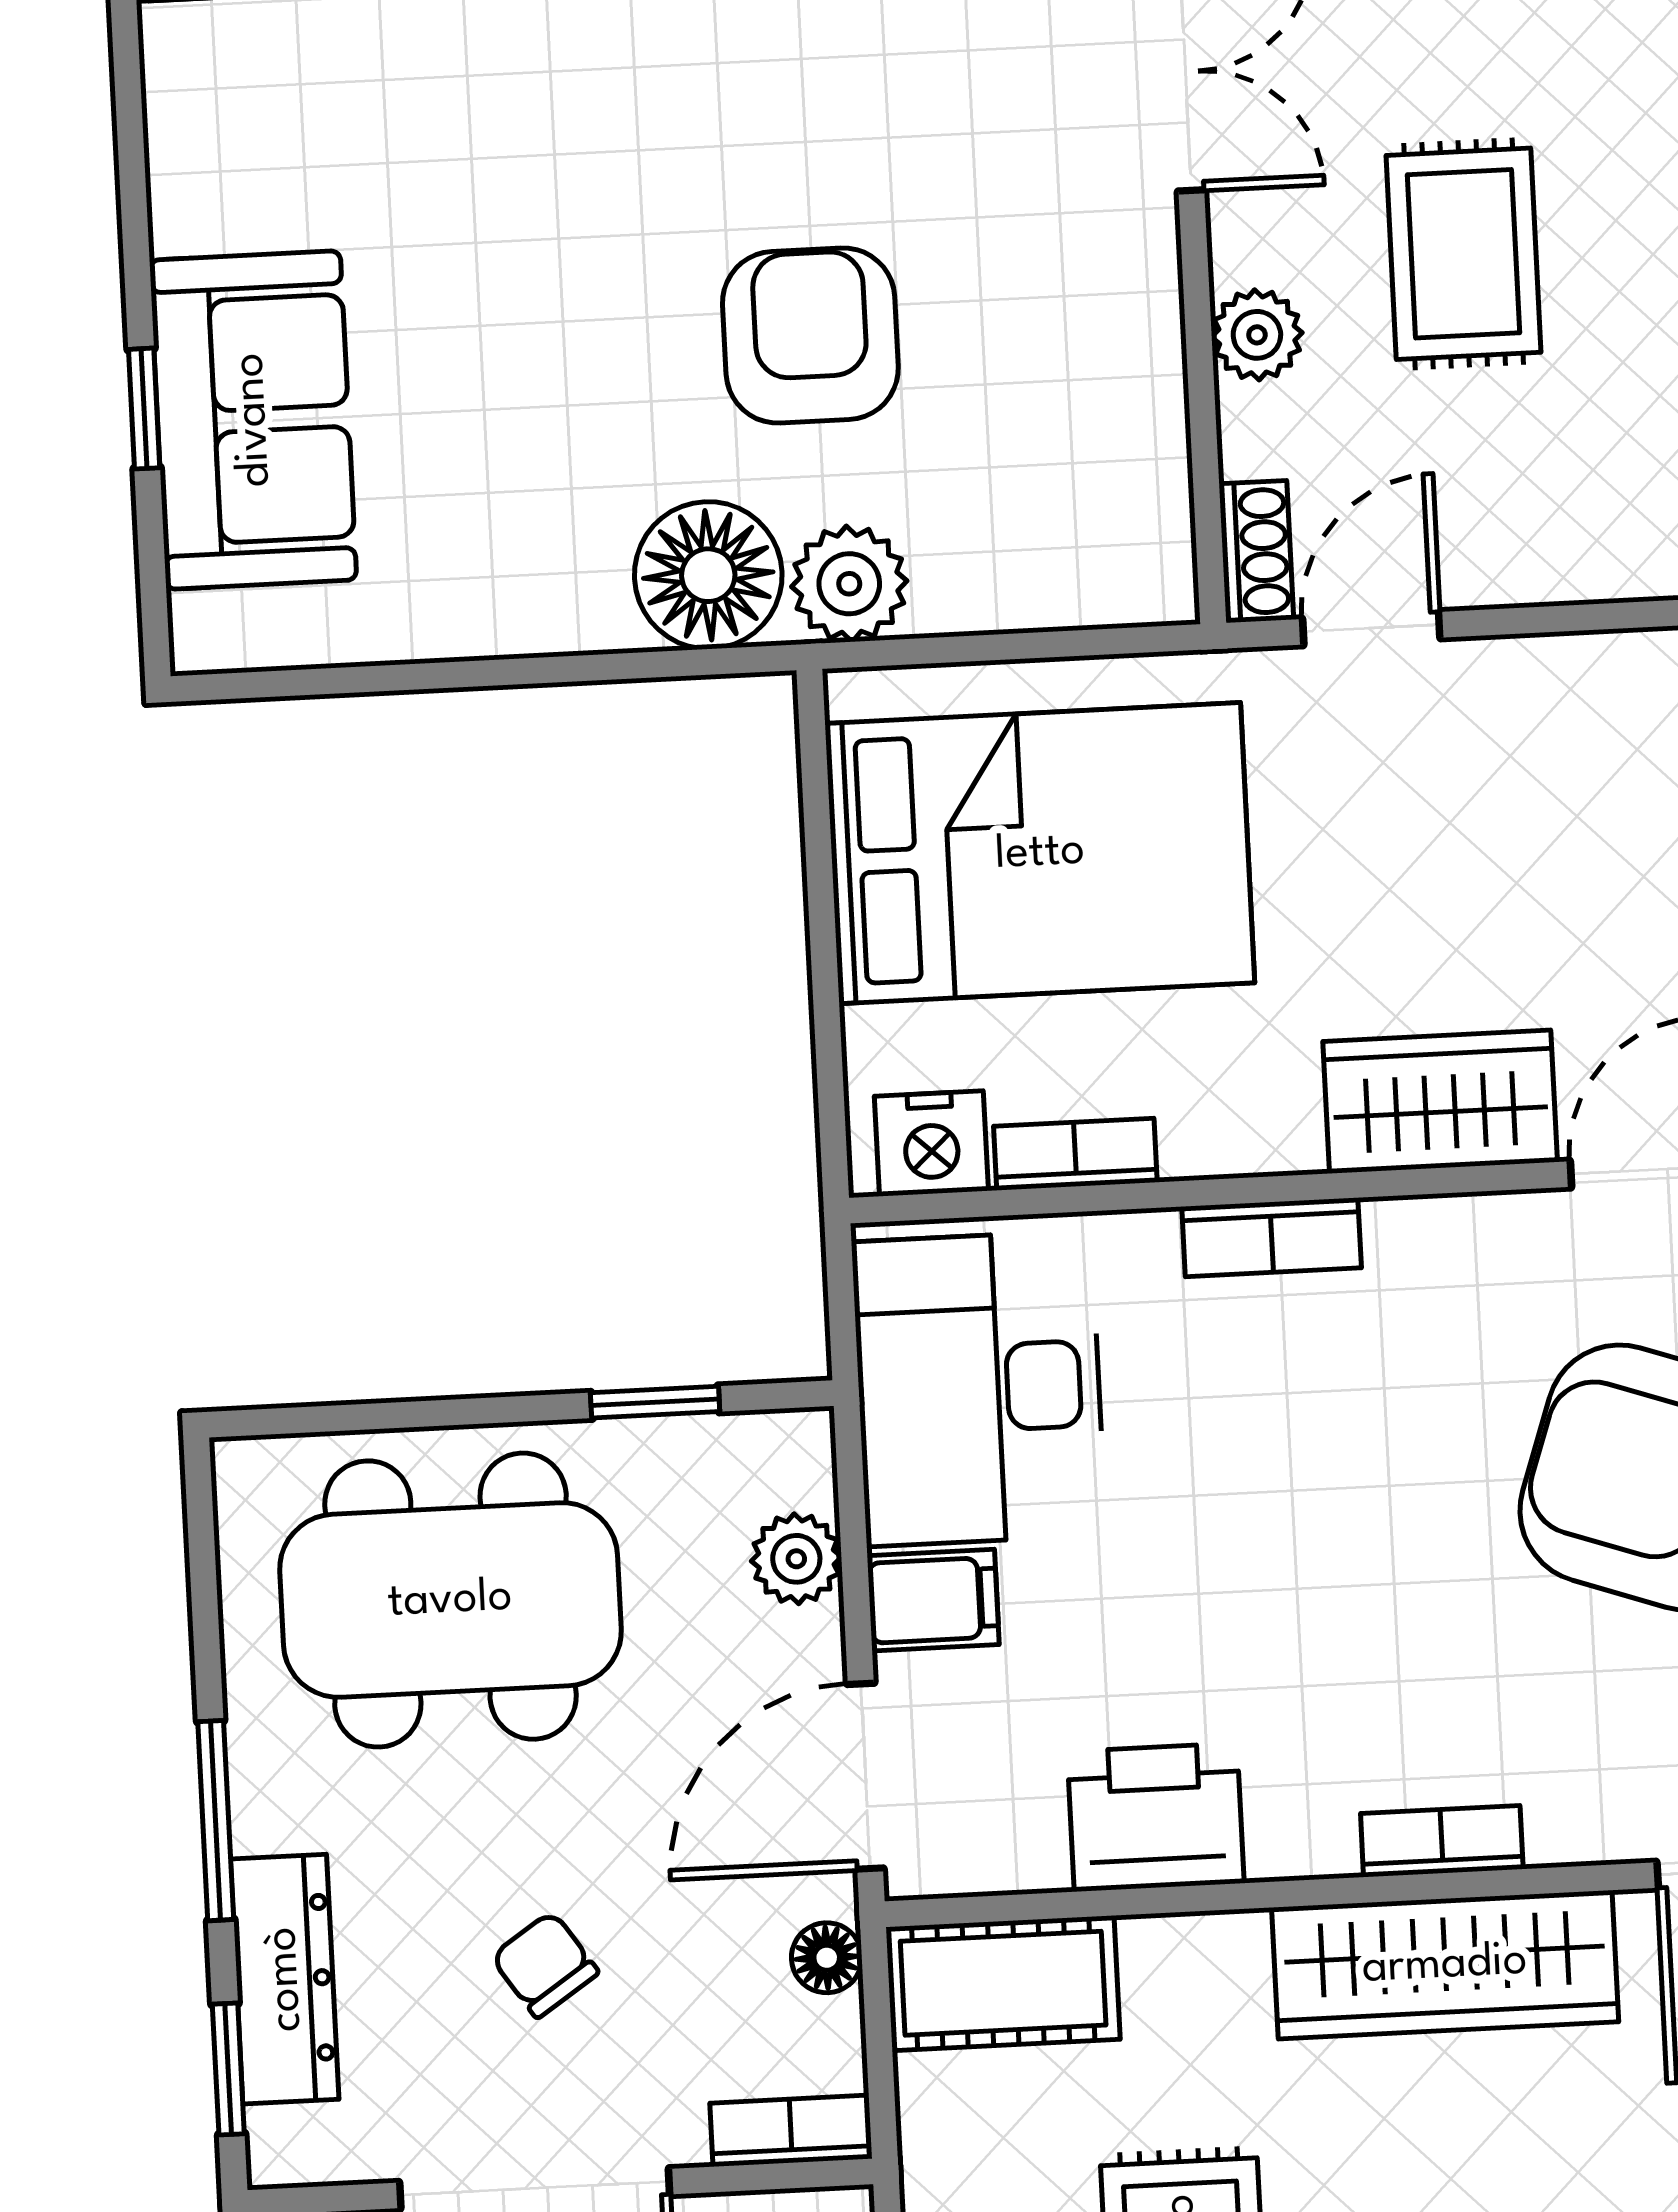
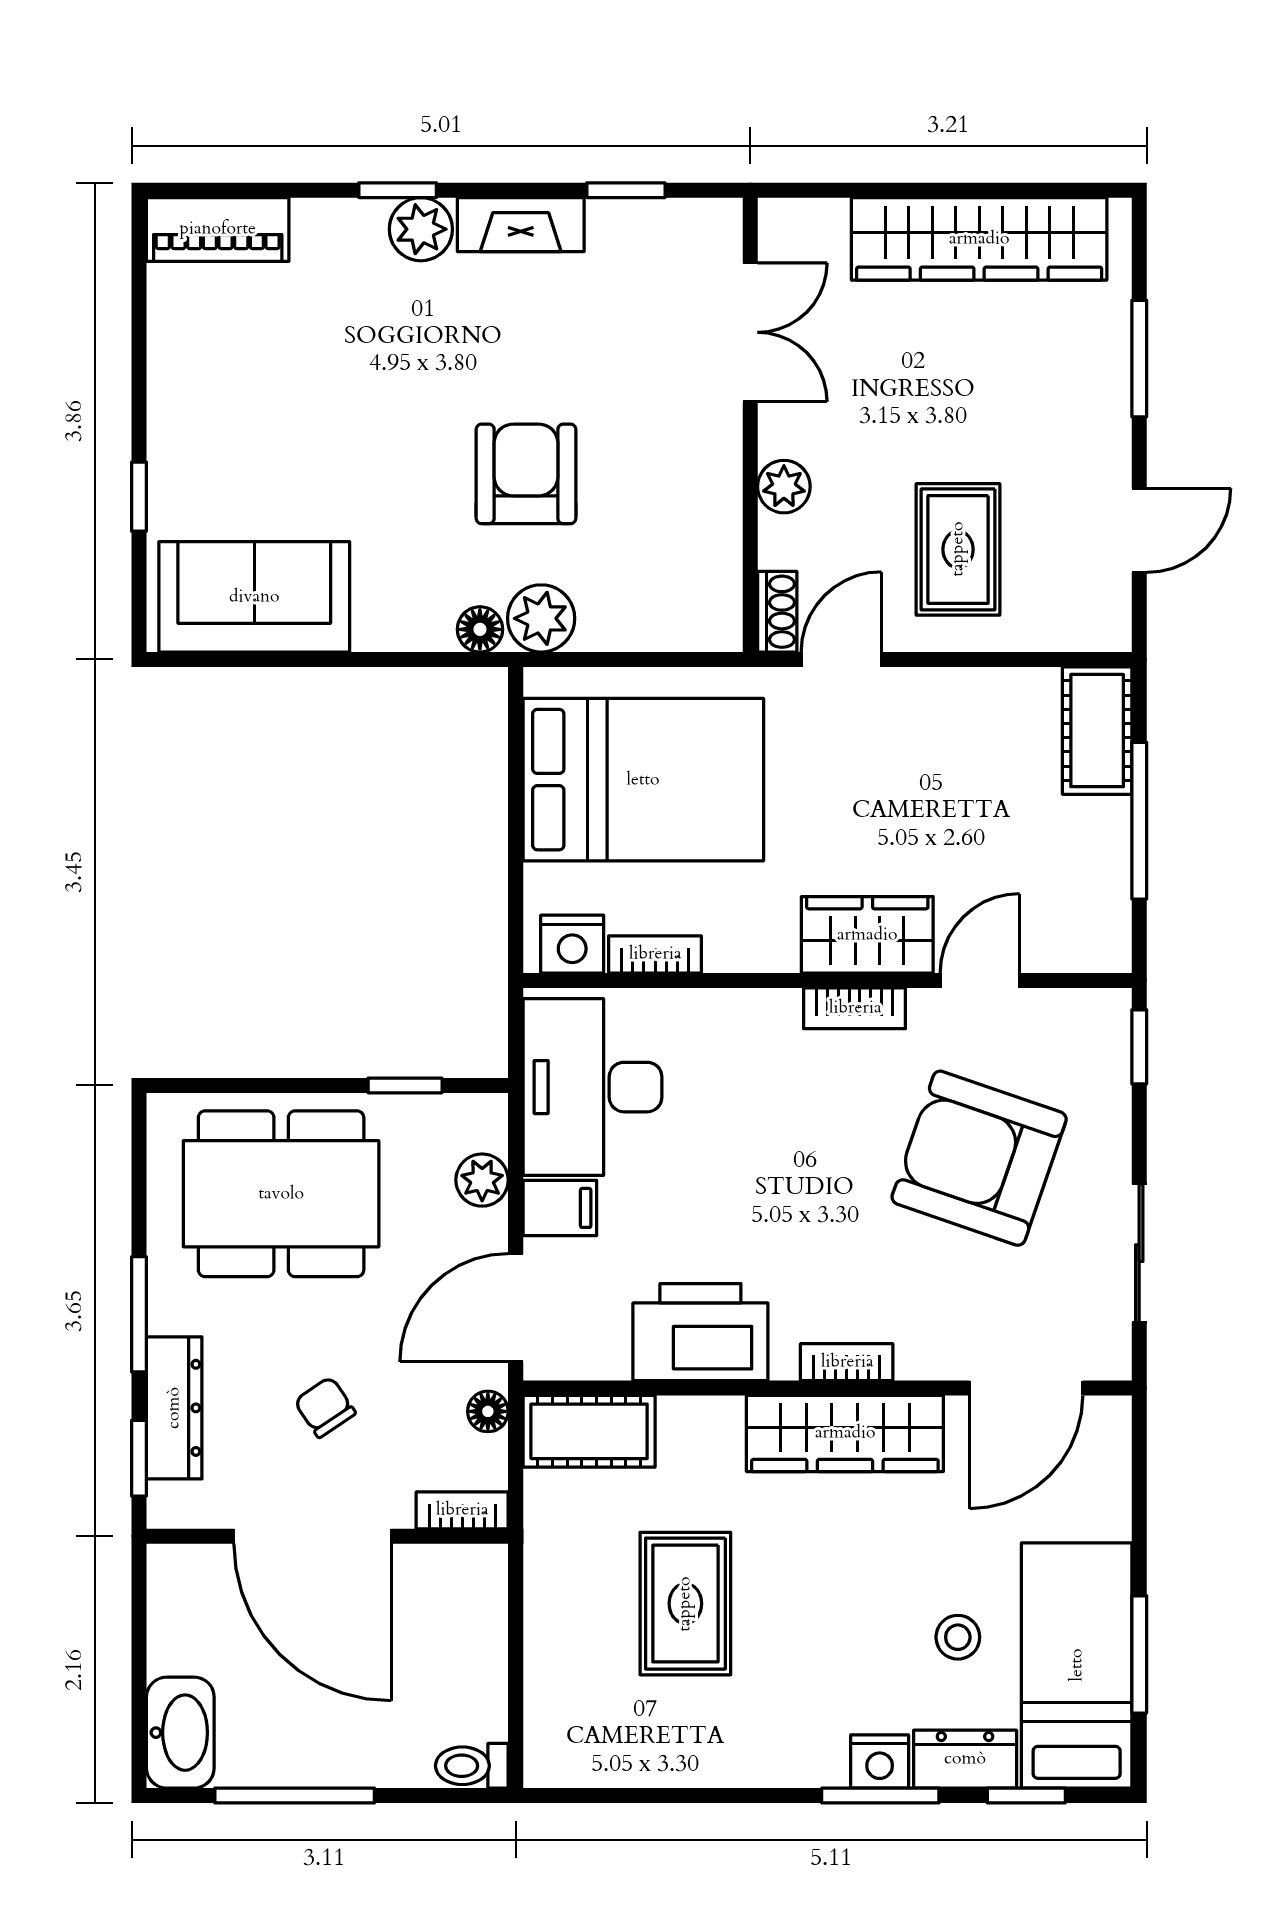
rug: (1464, 254) -> (958, 549), moved
sofa: (253, 420) -> (254, 597), moved, turned -90
floor lamp: (708, 575) -> (480, 629), width x0.53, depth x0.53
bookcase: (1272, 1237) -> (855, 1008), moved
printer: (1156, 1817) -> (700, 1332), width x1.37, depth x1.19

